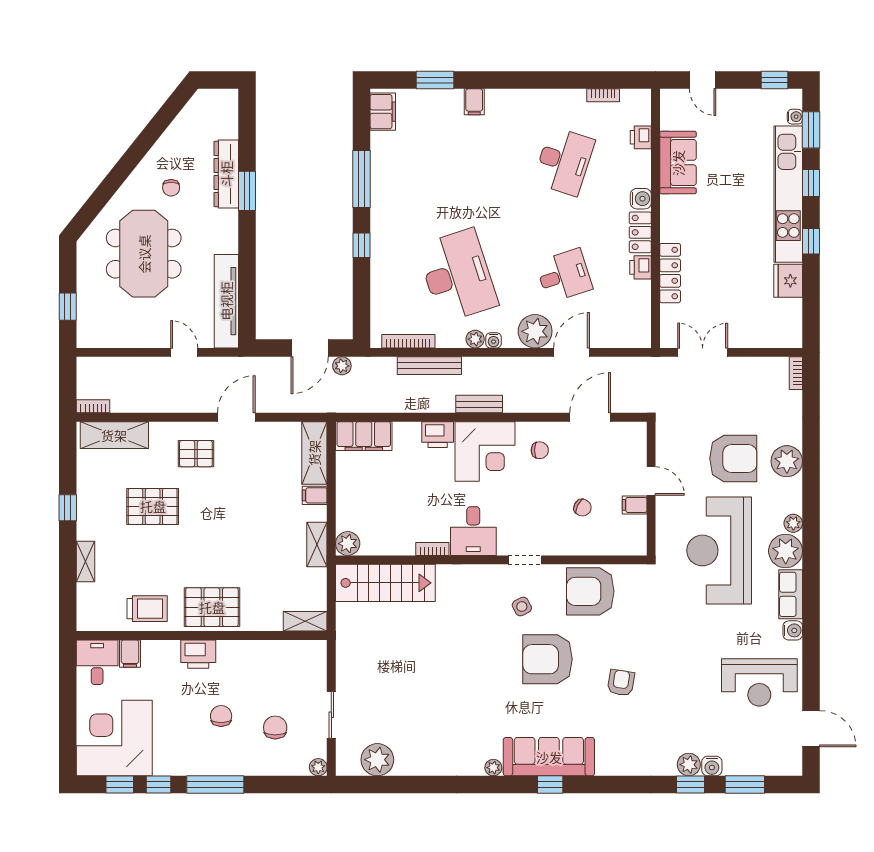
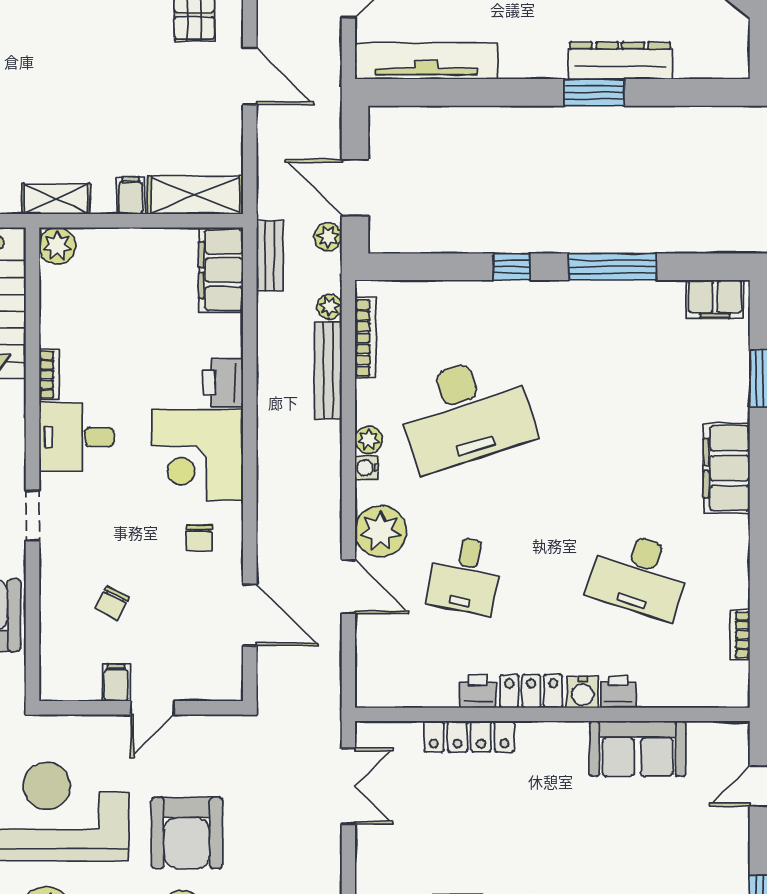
filing cabinet: (474, 102) -> (727, 468), width x3.00, depth x1.17
printer: (641, 137) -> (618, 692), moved
desk: (564, 276) -> (465, 575), turned 30
plant: (388, 365) -> (329, 306), added
bench: (479, 404) -> (270, 256), moved

